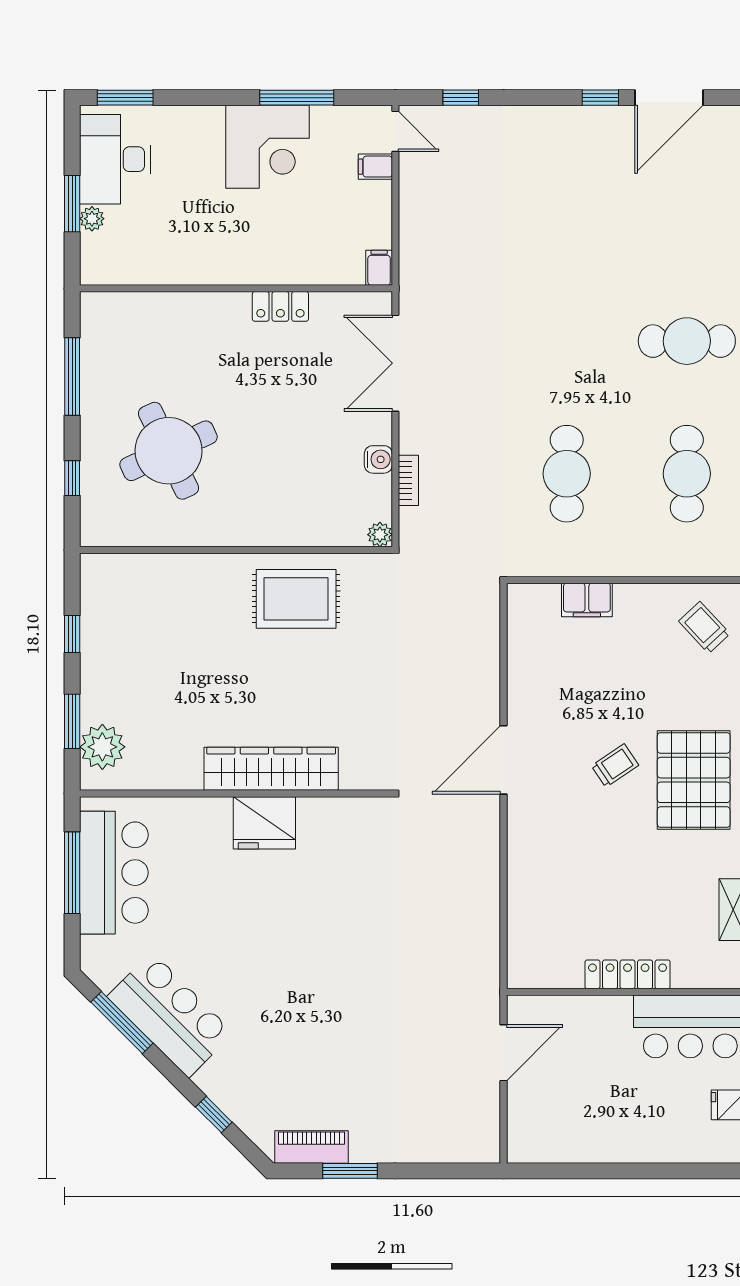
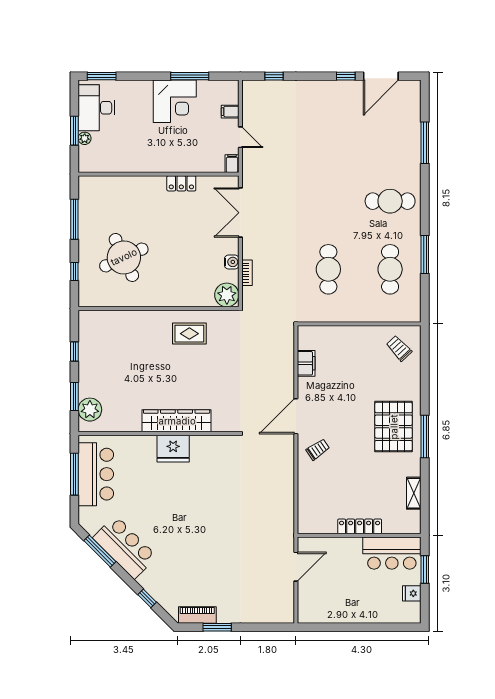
door: (395, 131) -> (240, 137), moved
plant: (380, 535) -> (227, 295), width x1.88, depth x1.88
rug: (296, 599) -> (189, 334), width x0.73, depth x0.70
filing cabinet: (587, 600) -> (306, 363), moved, turned -90
trolley: (615, 766) -> (318, 449), moved

